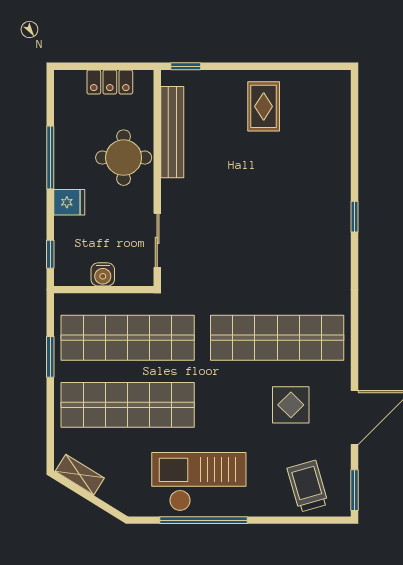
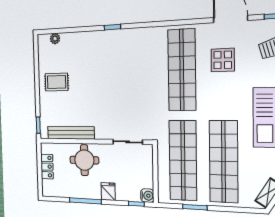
plant: (341, 106) -> (55, 39), added
water cooler: (103, 274) -> (147, 196), moved

